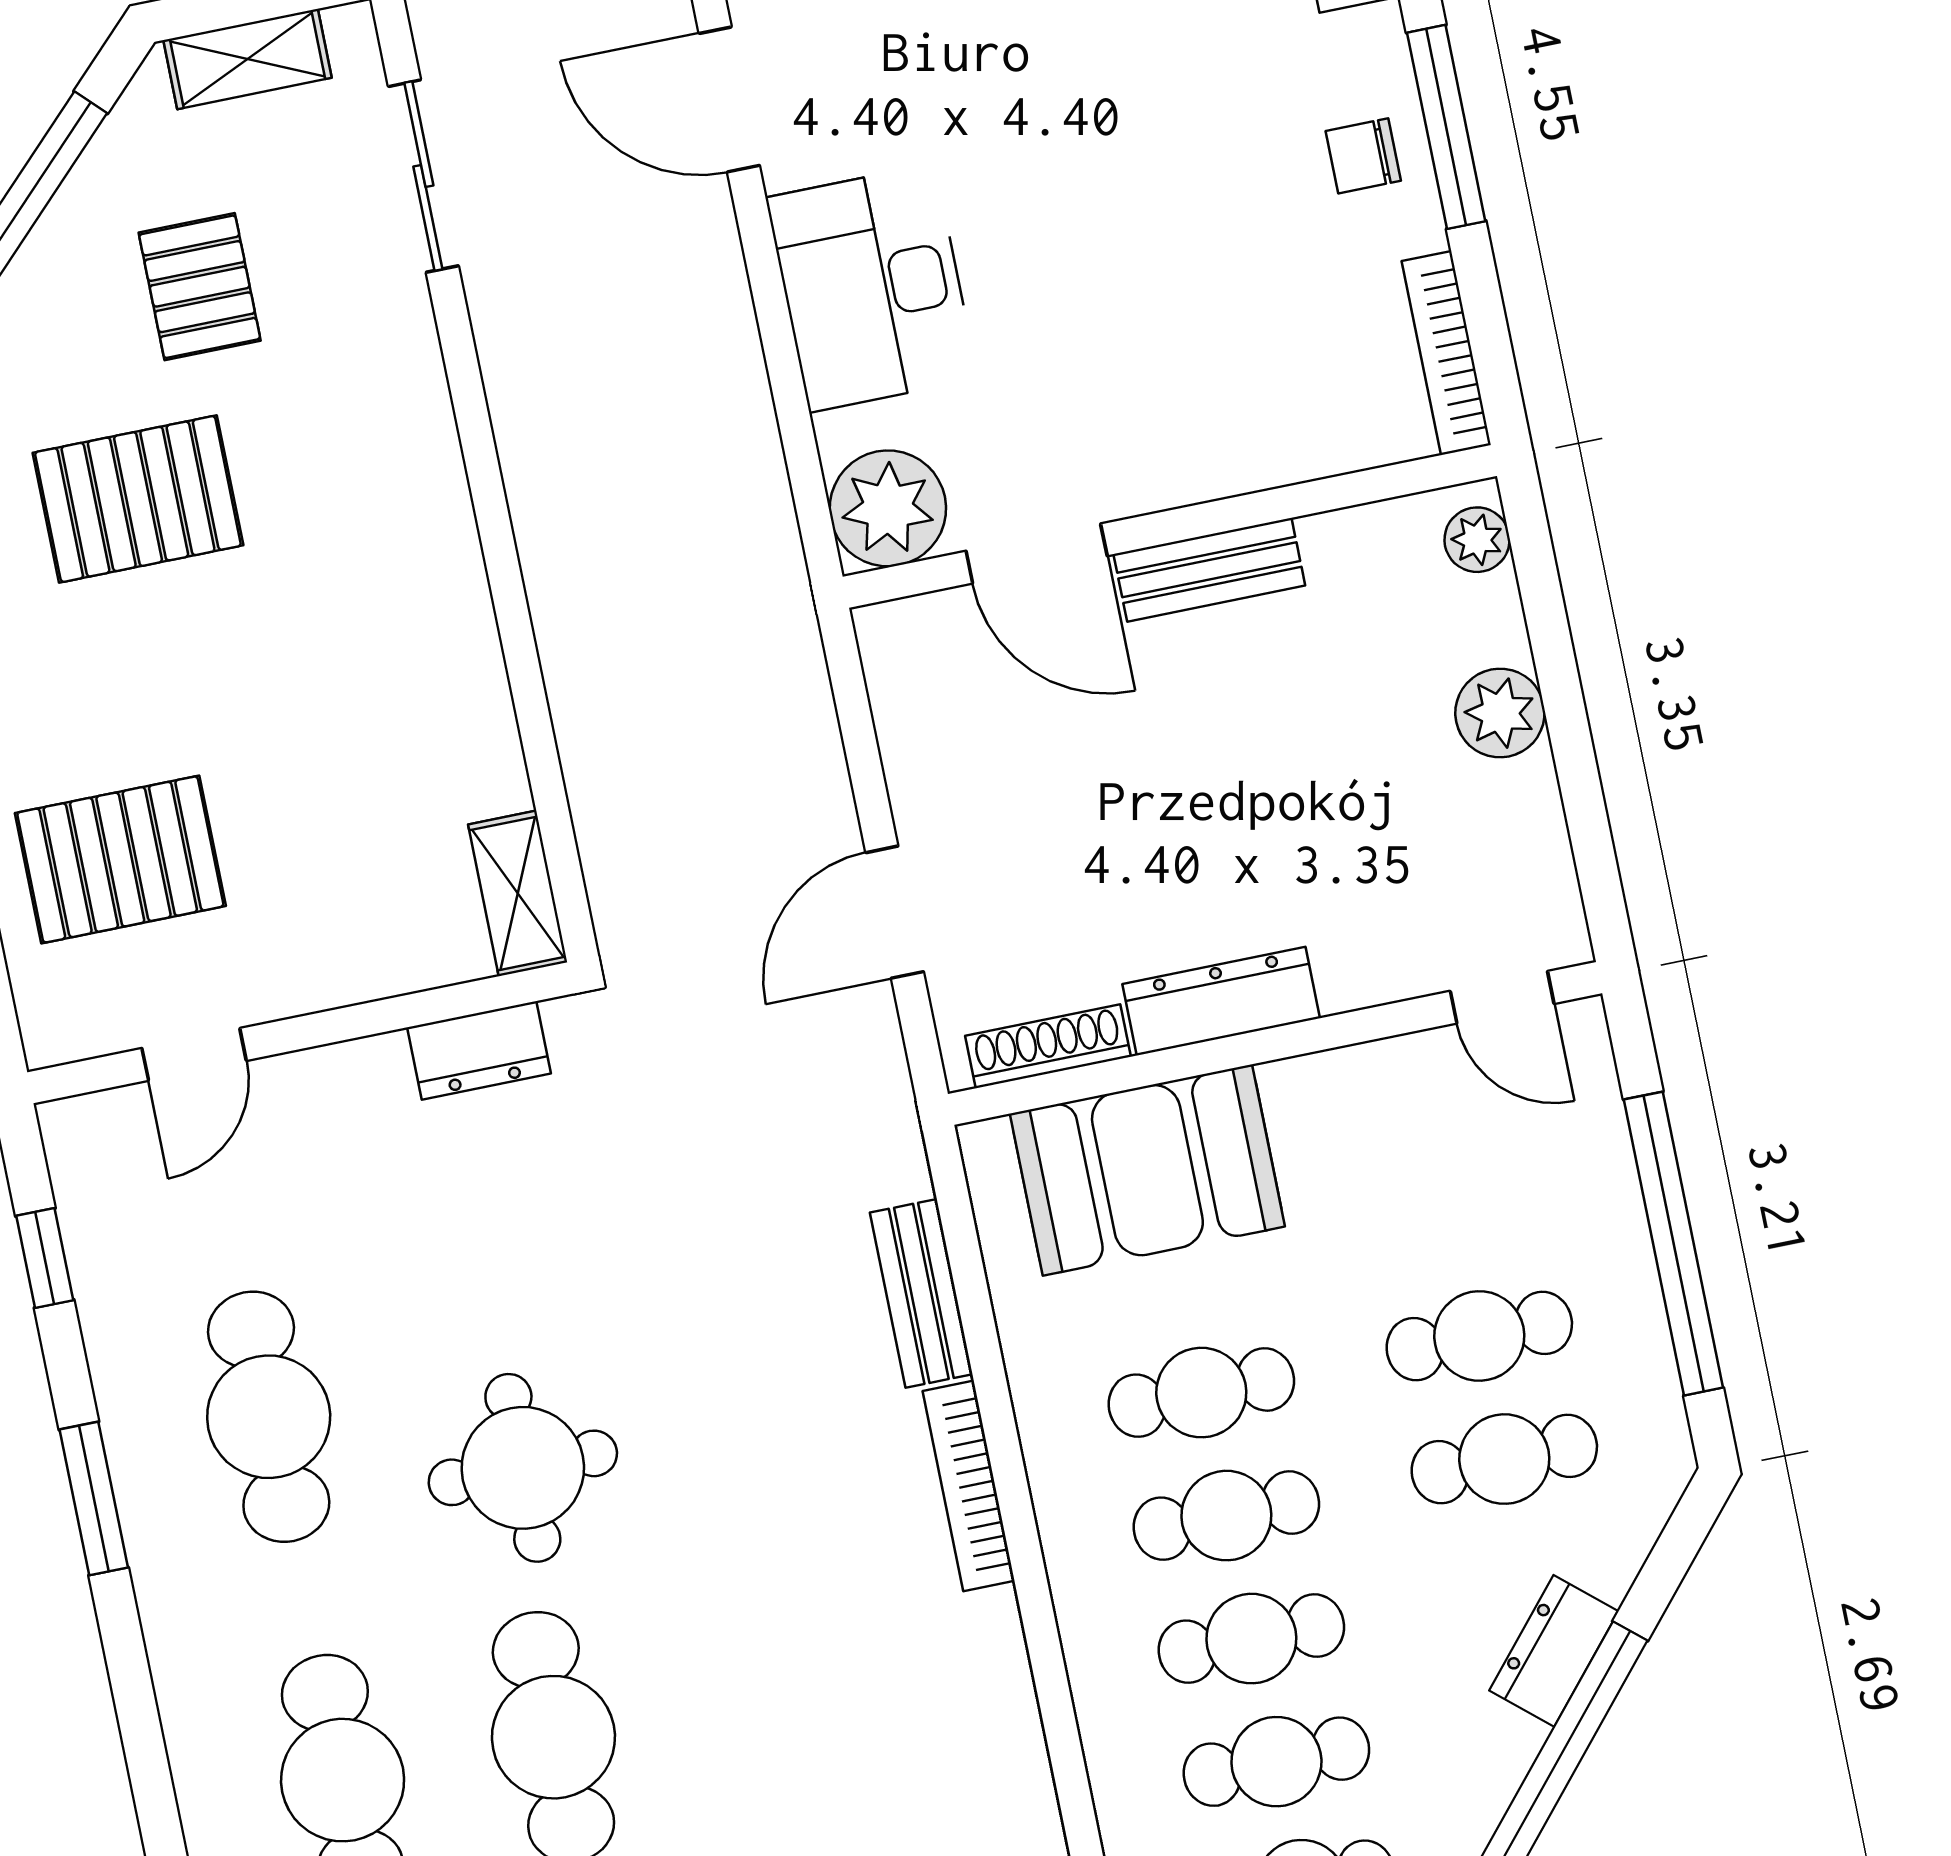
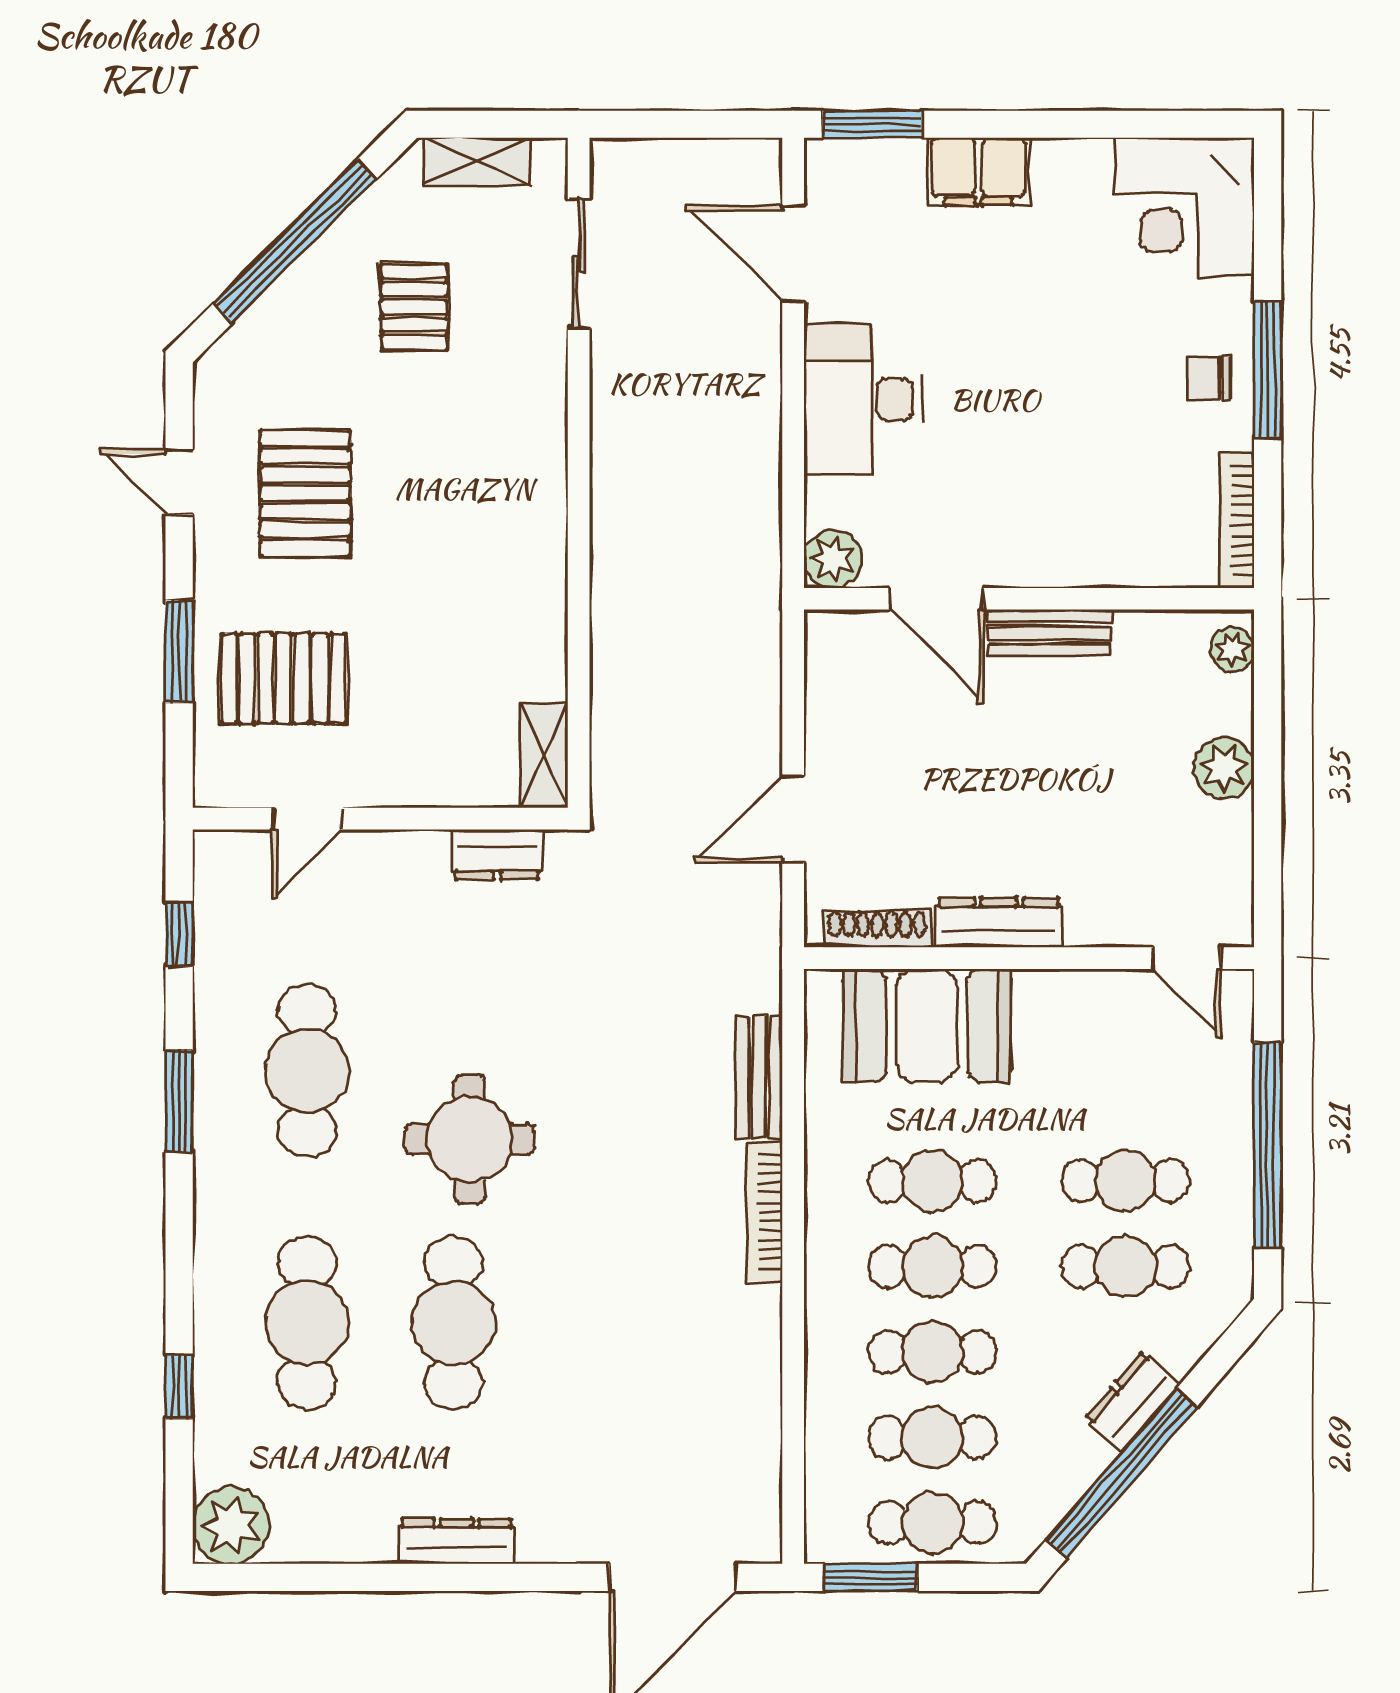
pallet: (138, 499) -> (305, 493), moved, turned 90
plant: (888, 508) -> (833, 559), width x0.73, depth x0.73

